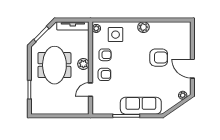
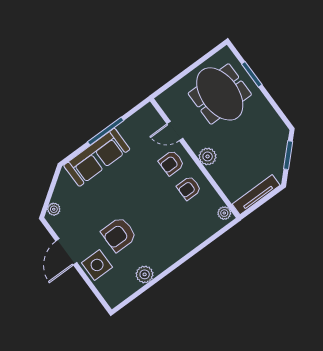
plant: (143, 27) -> (145, 274), moved
side table: (116, 35) -> (97, 265), moved
meeting table: (54, 65) -> (220, 94), moved
door: (192, 69) -> (66, 252), swing flipped
door: (91, 90) -> (175, 131), swing flipped

